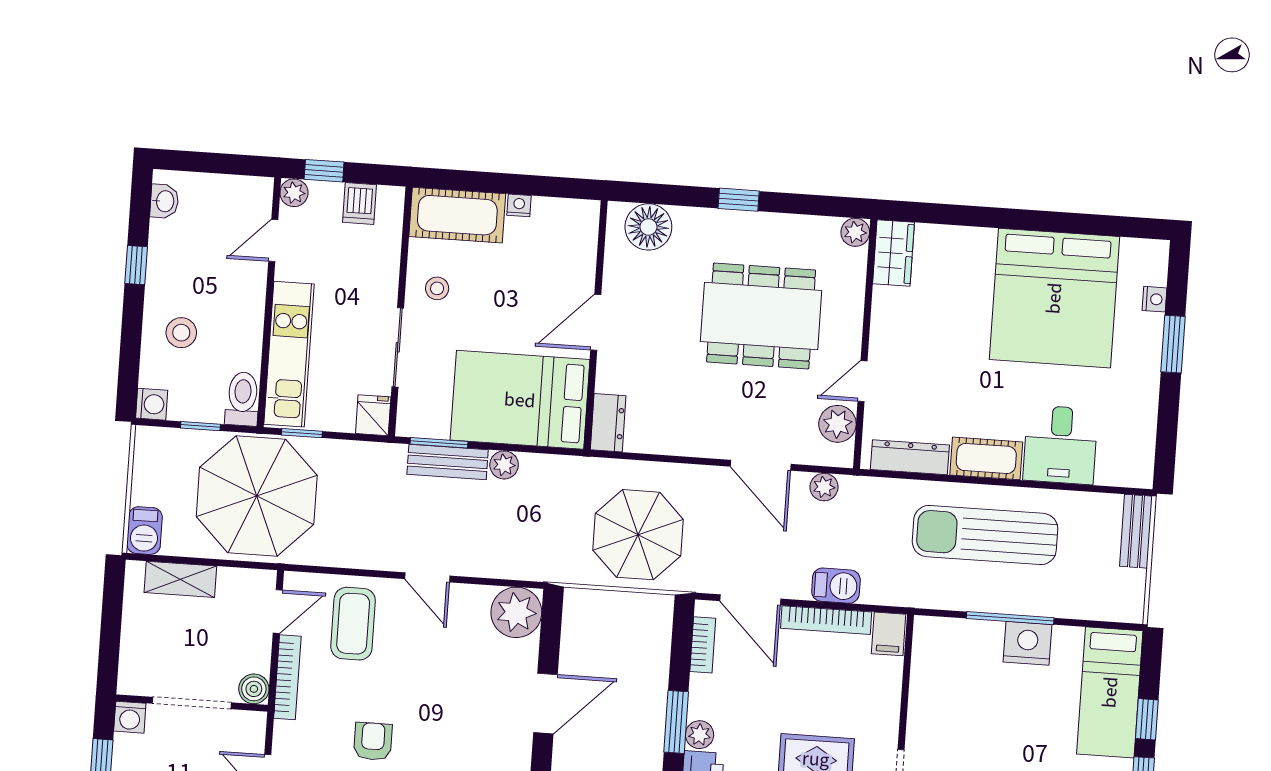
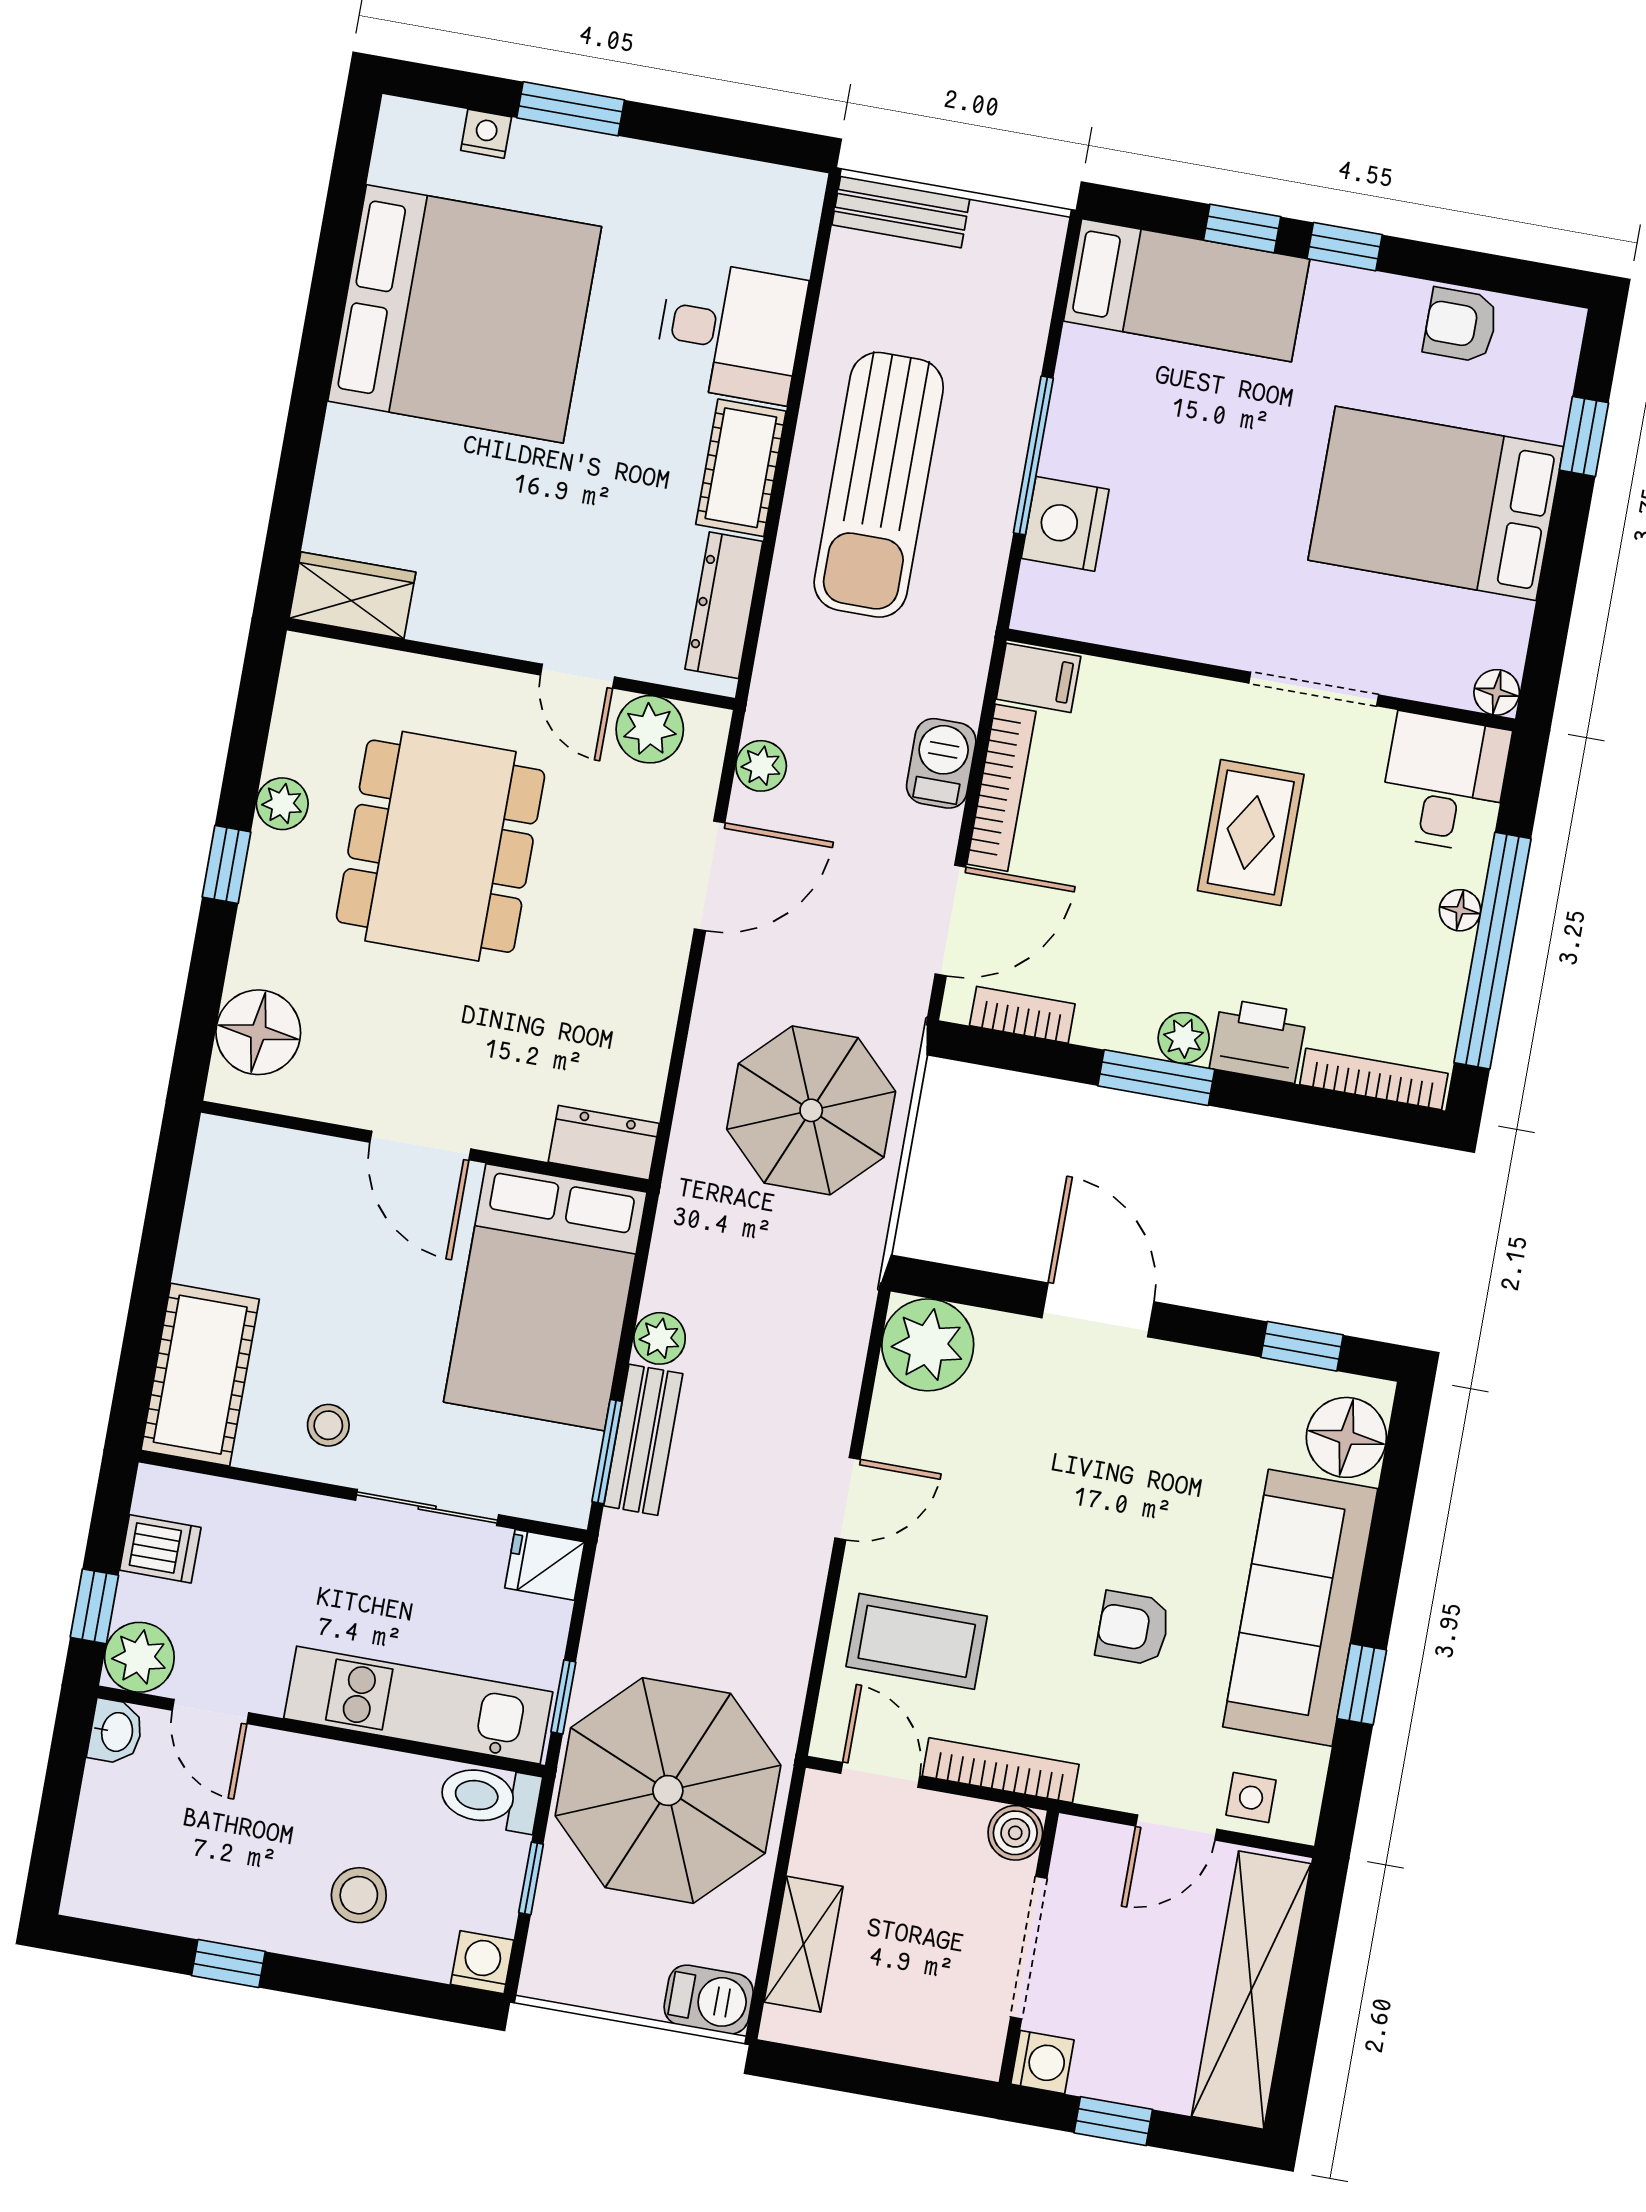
plant: (294, 193) -> (139, 1657), width x1.38, depth x1.38
washbasin: (164, 201) -> (116, 1732), moved, turned 90
nightstand: (519, 205) -> (194, 1261), removed
plant: (855, 232) -> (282, 804), moved
nightstand: (1028, 643) -> (1065, 524), moved

